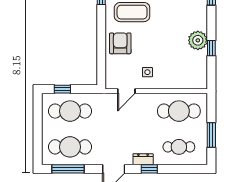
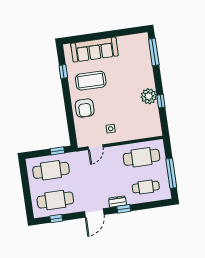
armchair: (120, 43) -> (85, 108), turned 180
window: (62, 89) -> (57, 151), moved
window: (211, 135) -> (171, 173), width x1.44
window: (68, 169) -> (56, 218), width x0.46

